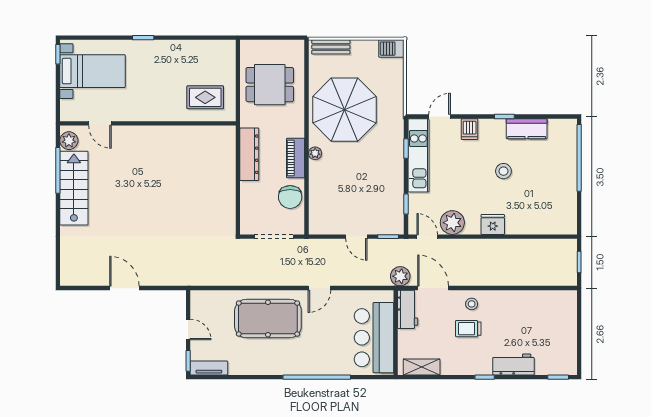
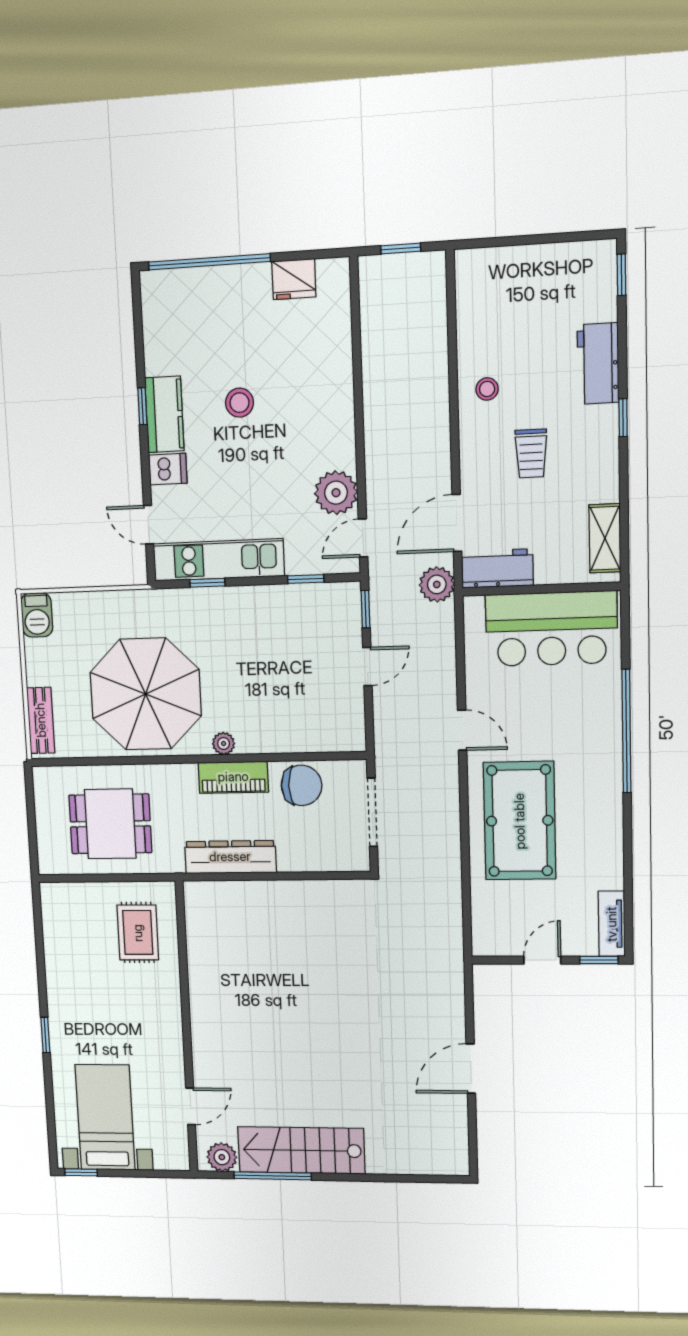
dining table: (270, 85) -> (110, 824), turned 90
kitchen counter: (527, 129) -> (164, 414), moved
fridge: (493, 224) -> (294, 279), moved, turned -90
stool: (472, 304) -> (487, 389), moved

